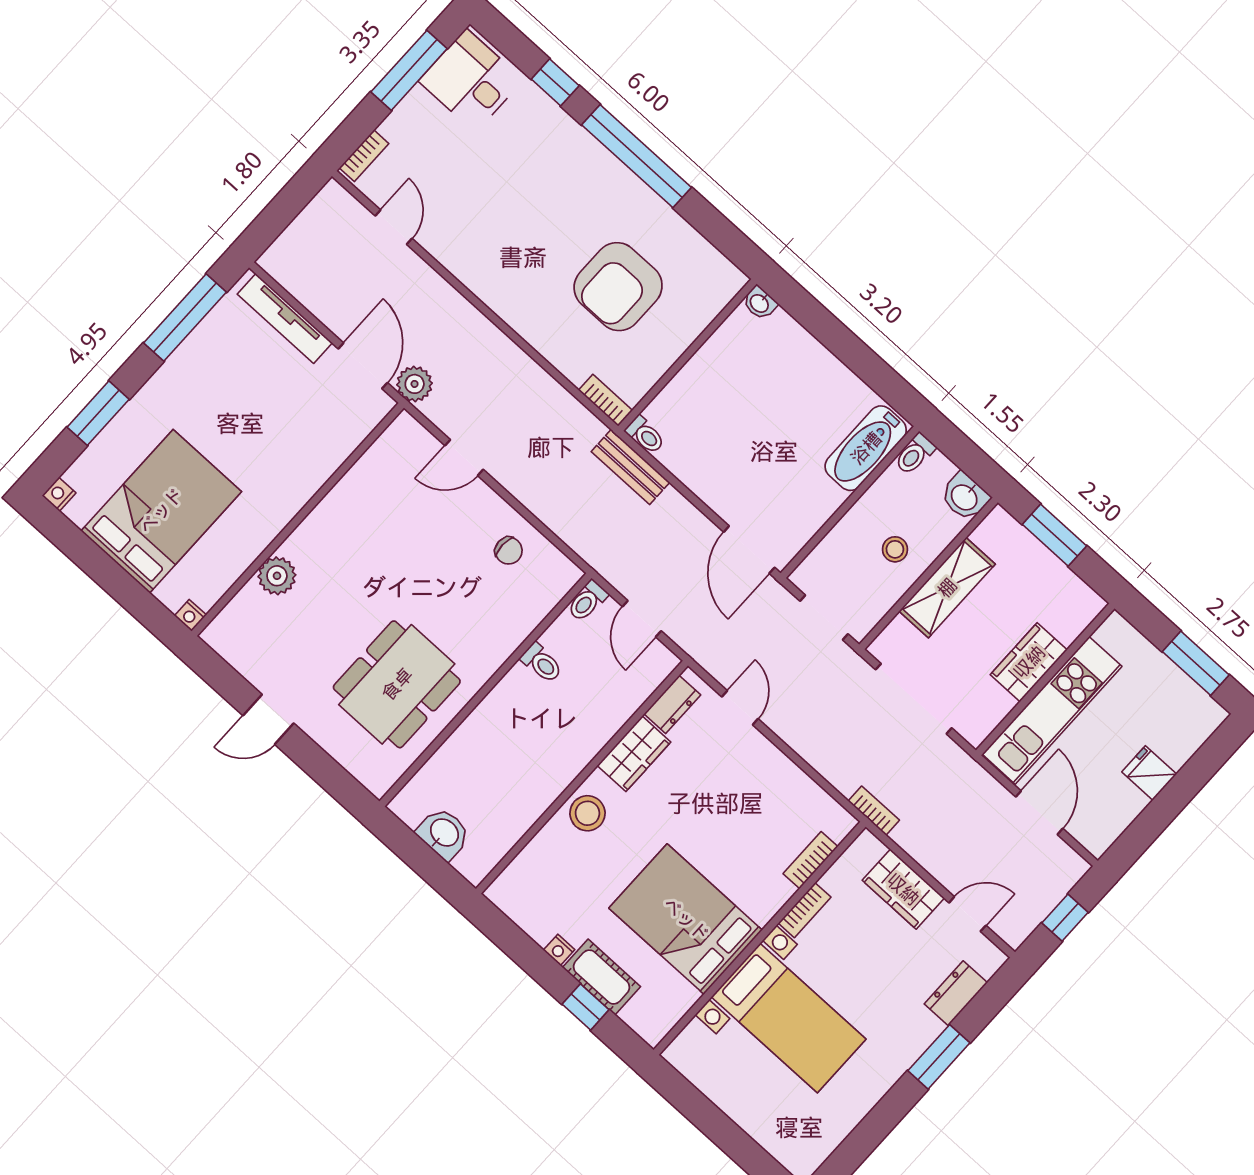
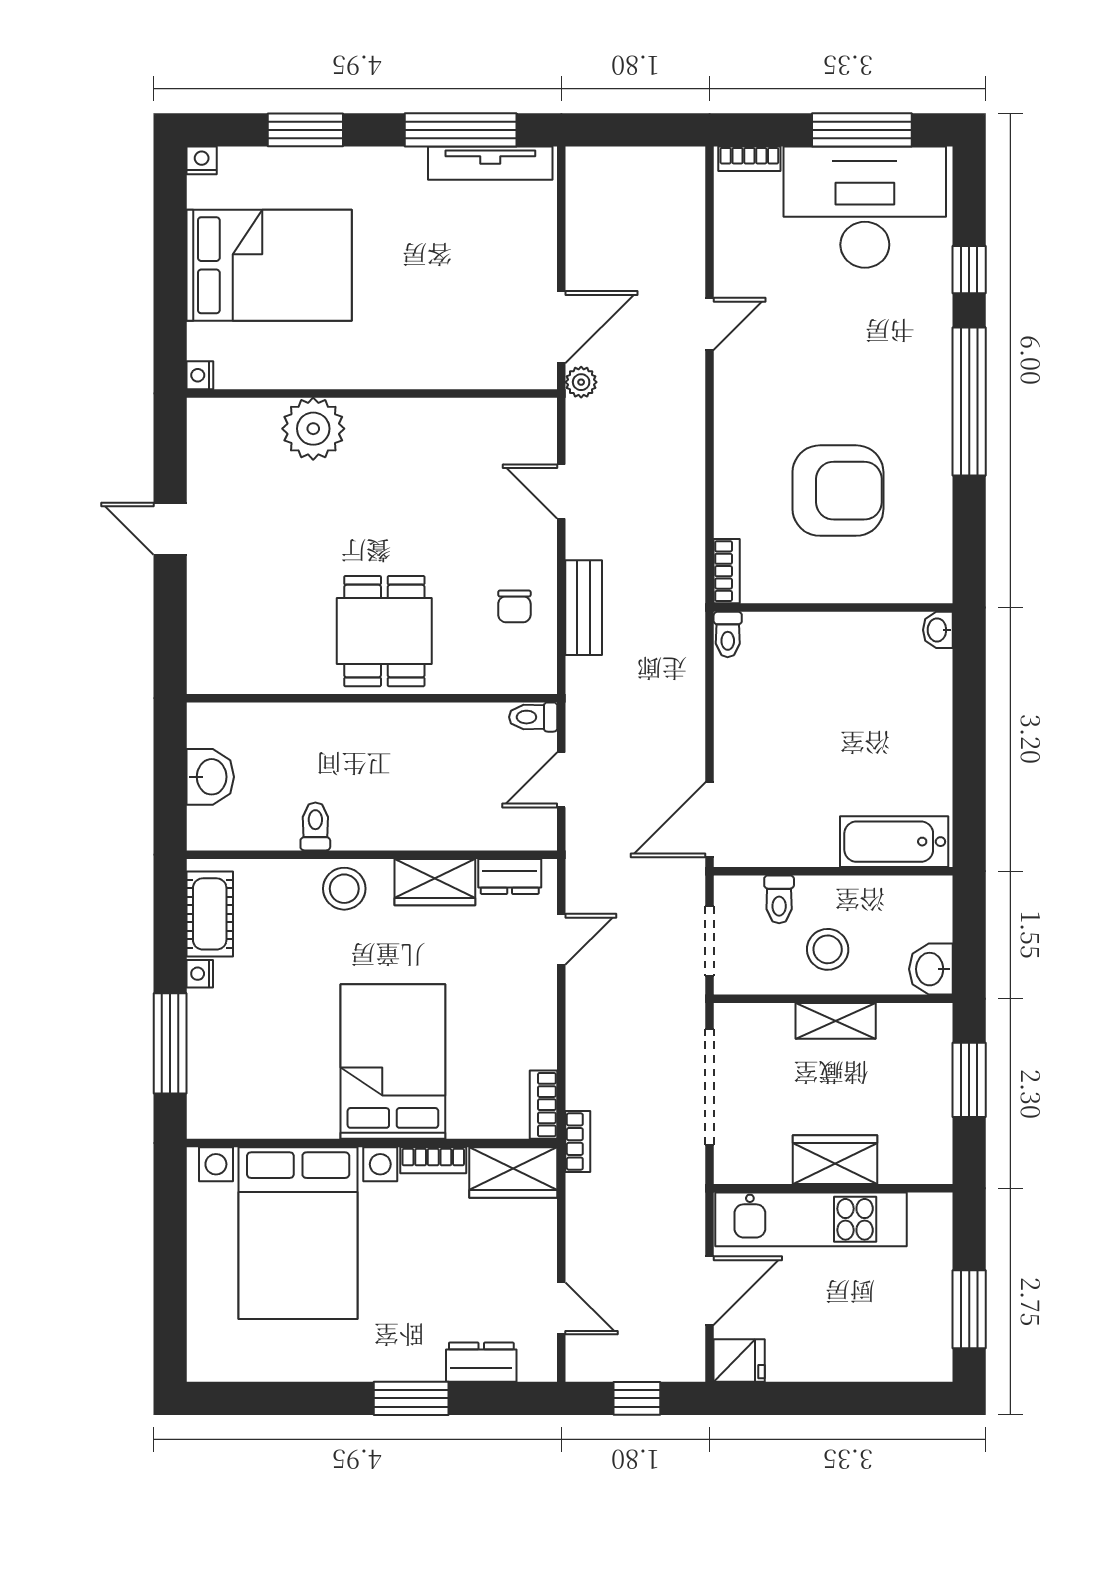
desk: (471, 80) -> (865, 207), width x1.87, depth x1.30
door: (394, 227) -> (710, 324), moved
armchair: (618, 287) -> (838, 491), turned 180
tv unit: (285, 318) -> (490, 163), moved, turned -90
plant: (415, 384) -> (581, 382), width x0.73, depth x0.73
toilet: (915, 454) -> (779, 899), moved, turned -90
bench: (630, 467) -> (584, 608), moved
stool: (895, 549) -> (828, 949), width x1.37, depth x1.37
plant: (277, 576) -> (313, 429), width x1.36, depth x1.36
shelving: (947, 588) -> (836, 1021), width x0.67, depth x0.75
toilet: (542, 663) -> (315, 826), moved, turned 180
dining table: (397, 684) -> (384, 631), moved, width x0.73
fridge: (1149, 773) -> (739, 1361), moved, turned 90
bookcase: (811, 860) -> (544, 1105), moved, turned -90
wardrobe: (903, 889) -> (513, 1173), moved, turned -90
bed: (686, 919) -> (393, 1061), moved
cot: (601, 977) -> (210, 914), moved
window: (585, 1007) -> (170, 1043), width x2.17
bed with nightstands: (789, 1018) -> (298, 1233), width x1.36

